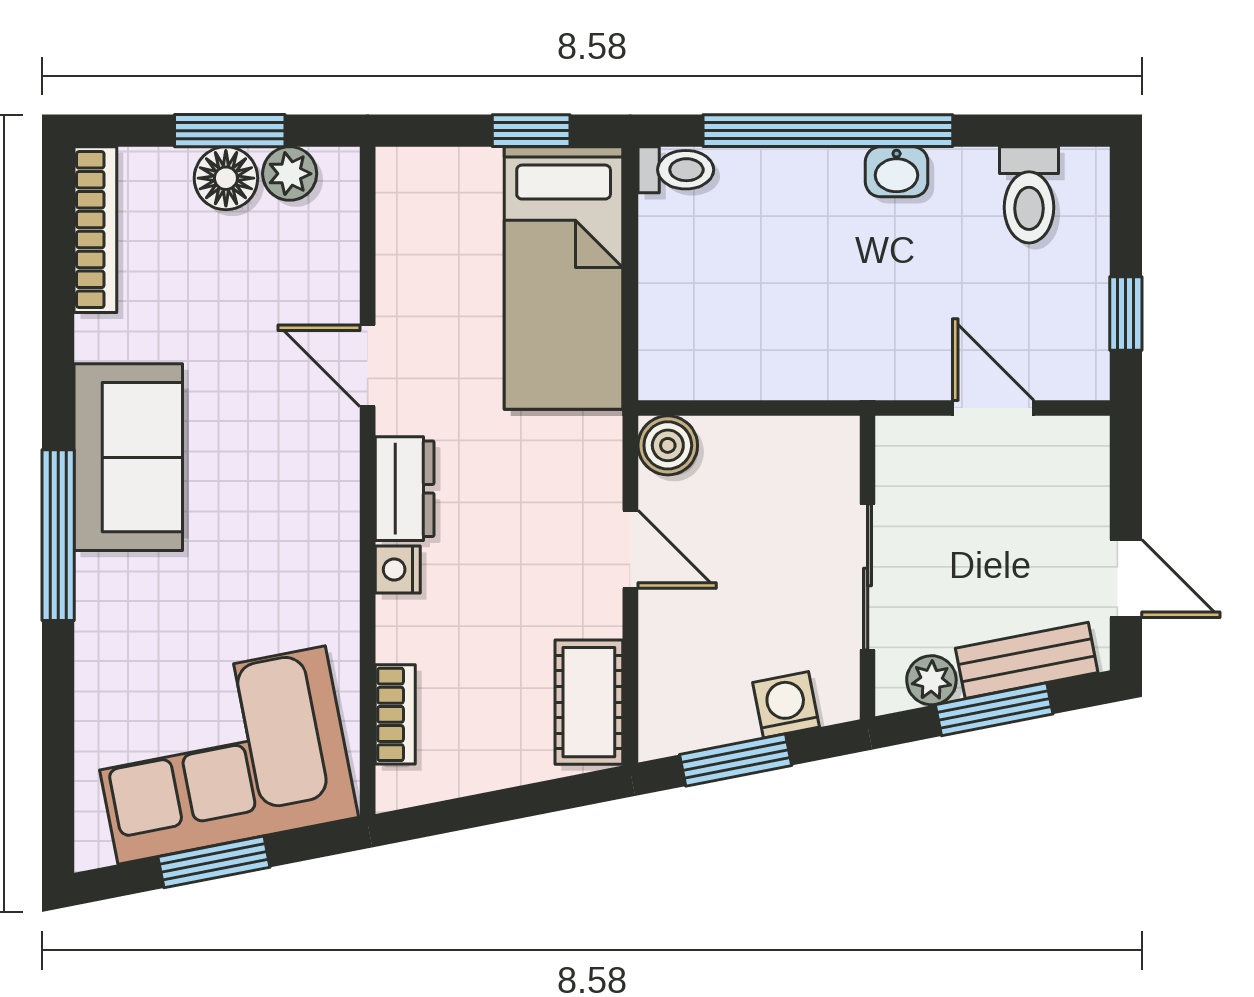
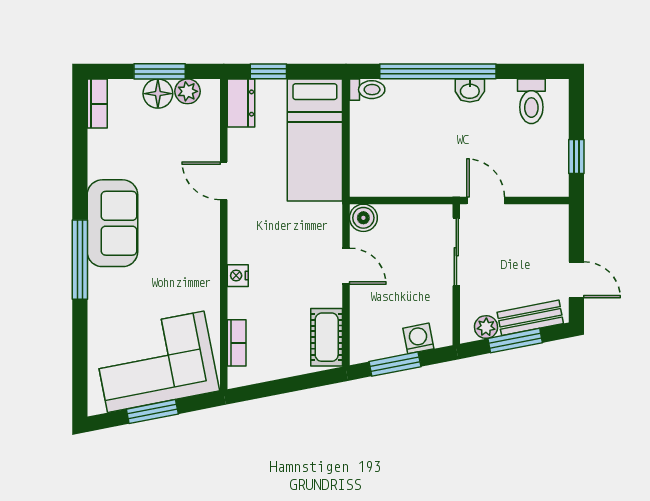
window: (531, 131) -> (268, 71), moved
bookcase: (95, 230) -> (97, 104), width x0.64
door: (993, 408) -> (486, 200), moved
dresser: (405, 489) -> (241, 103), moved
sliding door: (868, 577) -> (456, 252), moved

